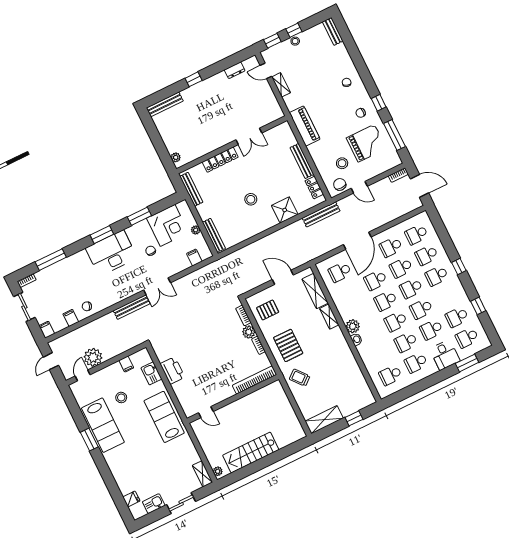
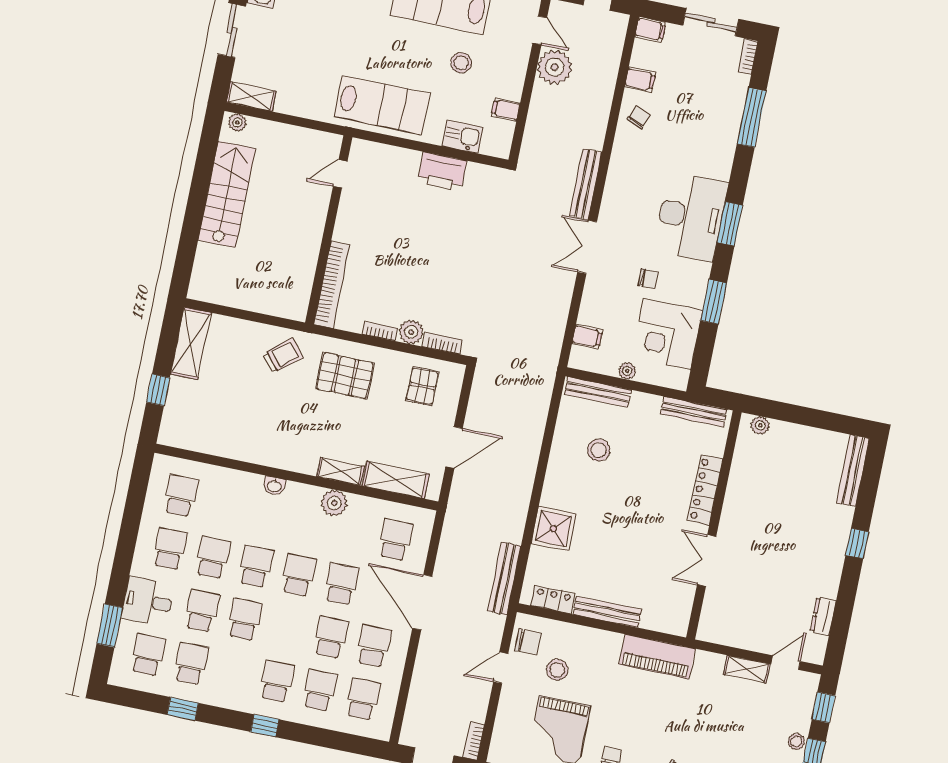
stool: (251, 199) -> (599, 450), moved
school desk: (411, 288) -> (288, 628), removed
plant: (353, 326) -> (334, 503), moved

